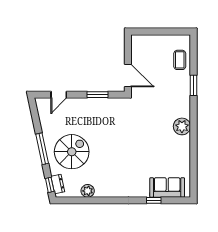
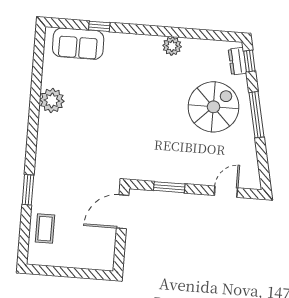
door: (128, 76) -> (123, 212), hinge flipped
plant: (182, 126) -> (52, 100), moved
spiral stairs: (72, 152) -> (213, 107), turned 180
plant: (88, 191) -> (172, 46), moved

